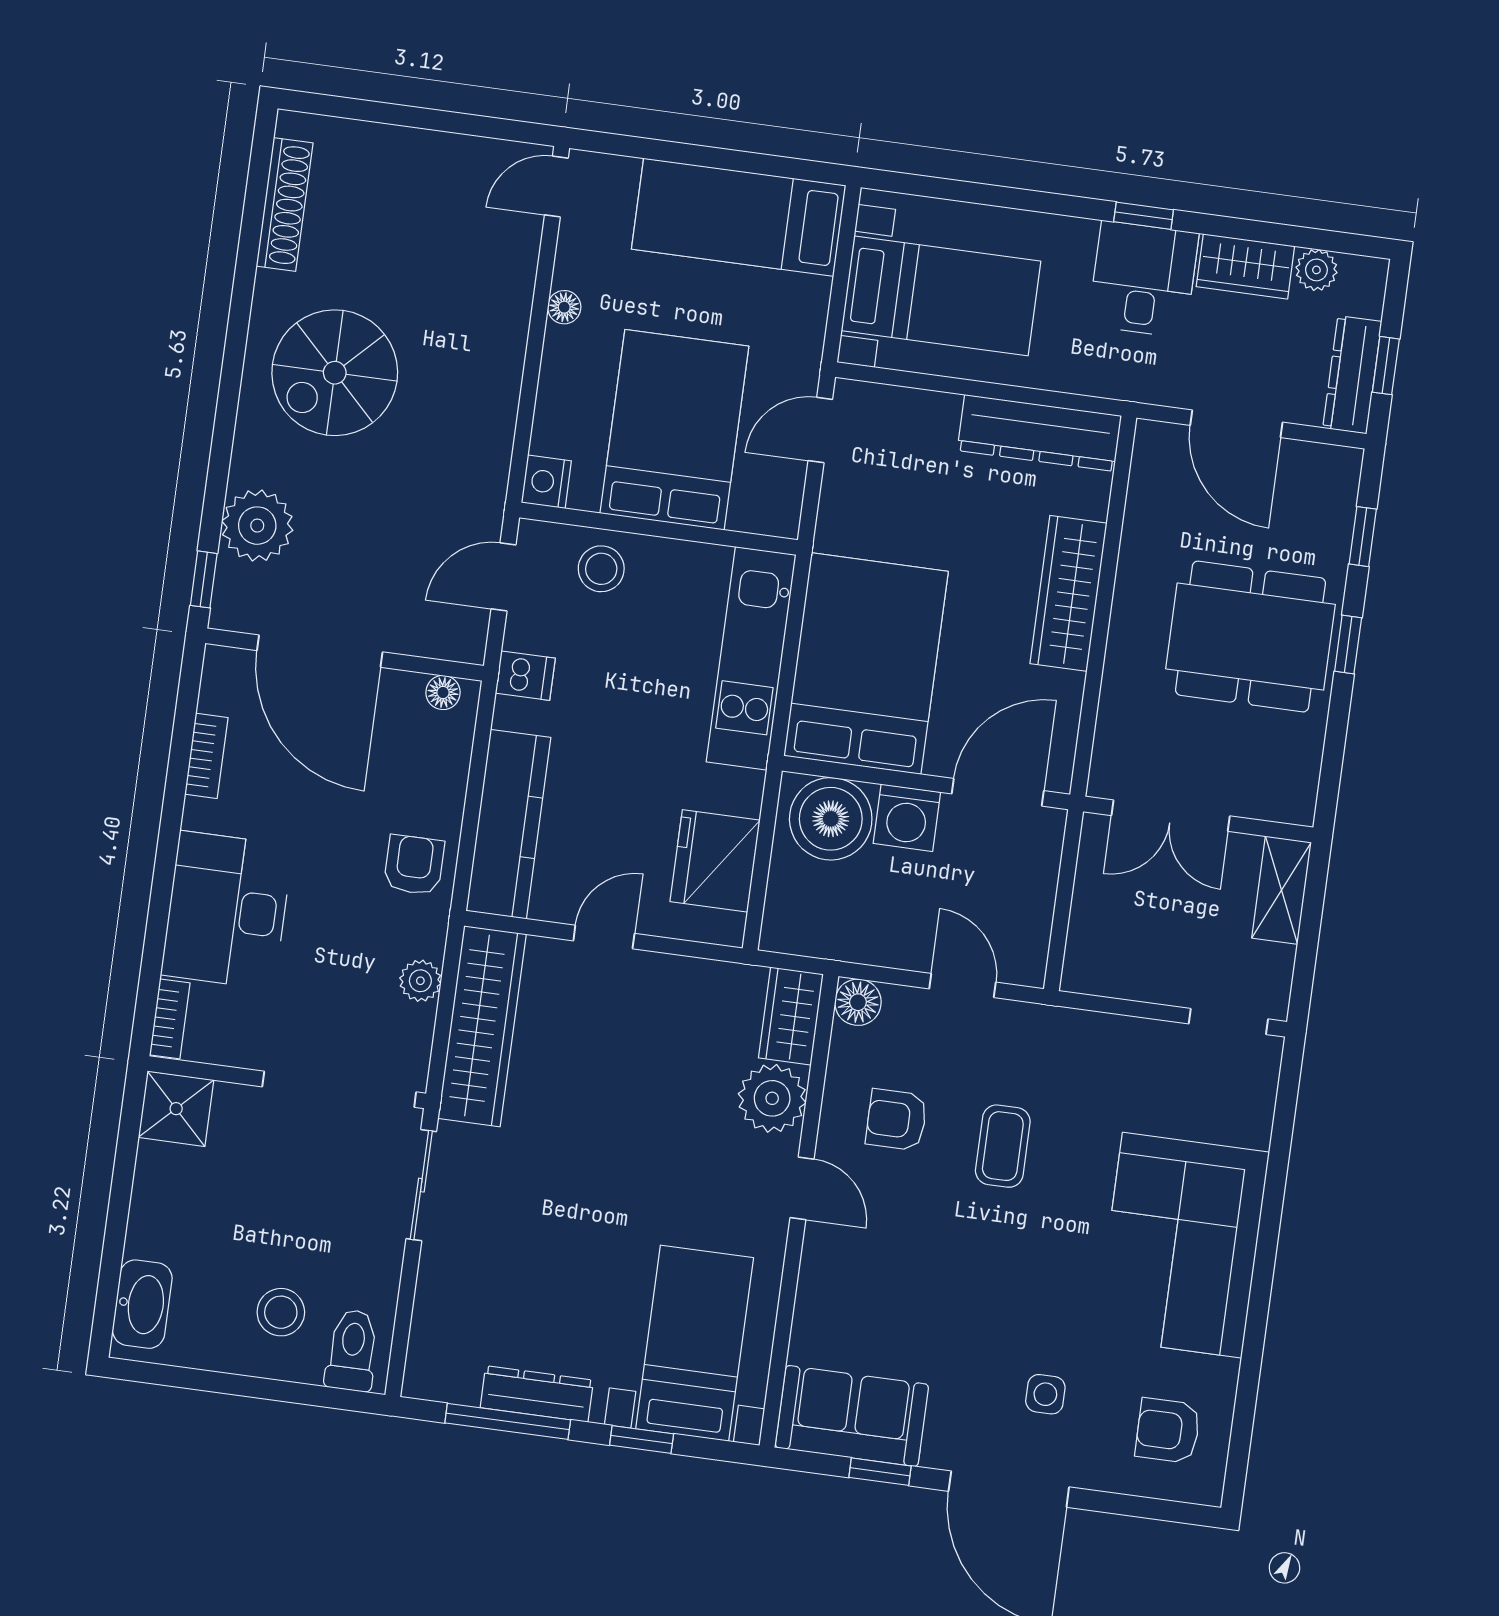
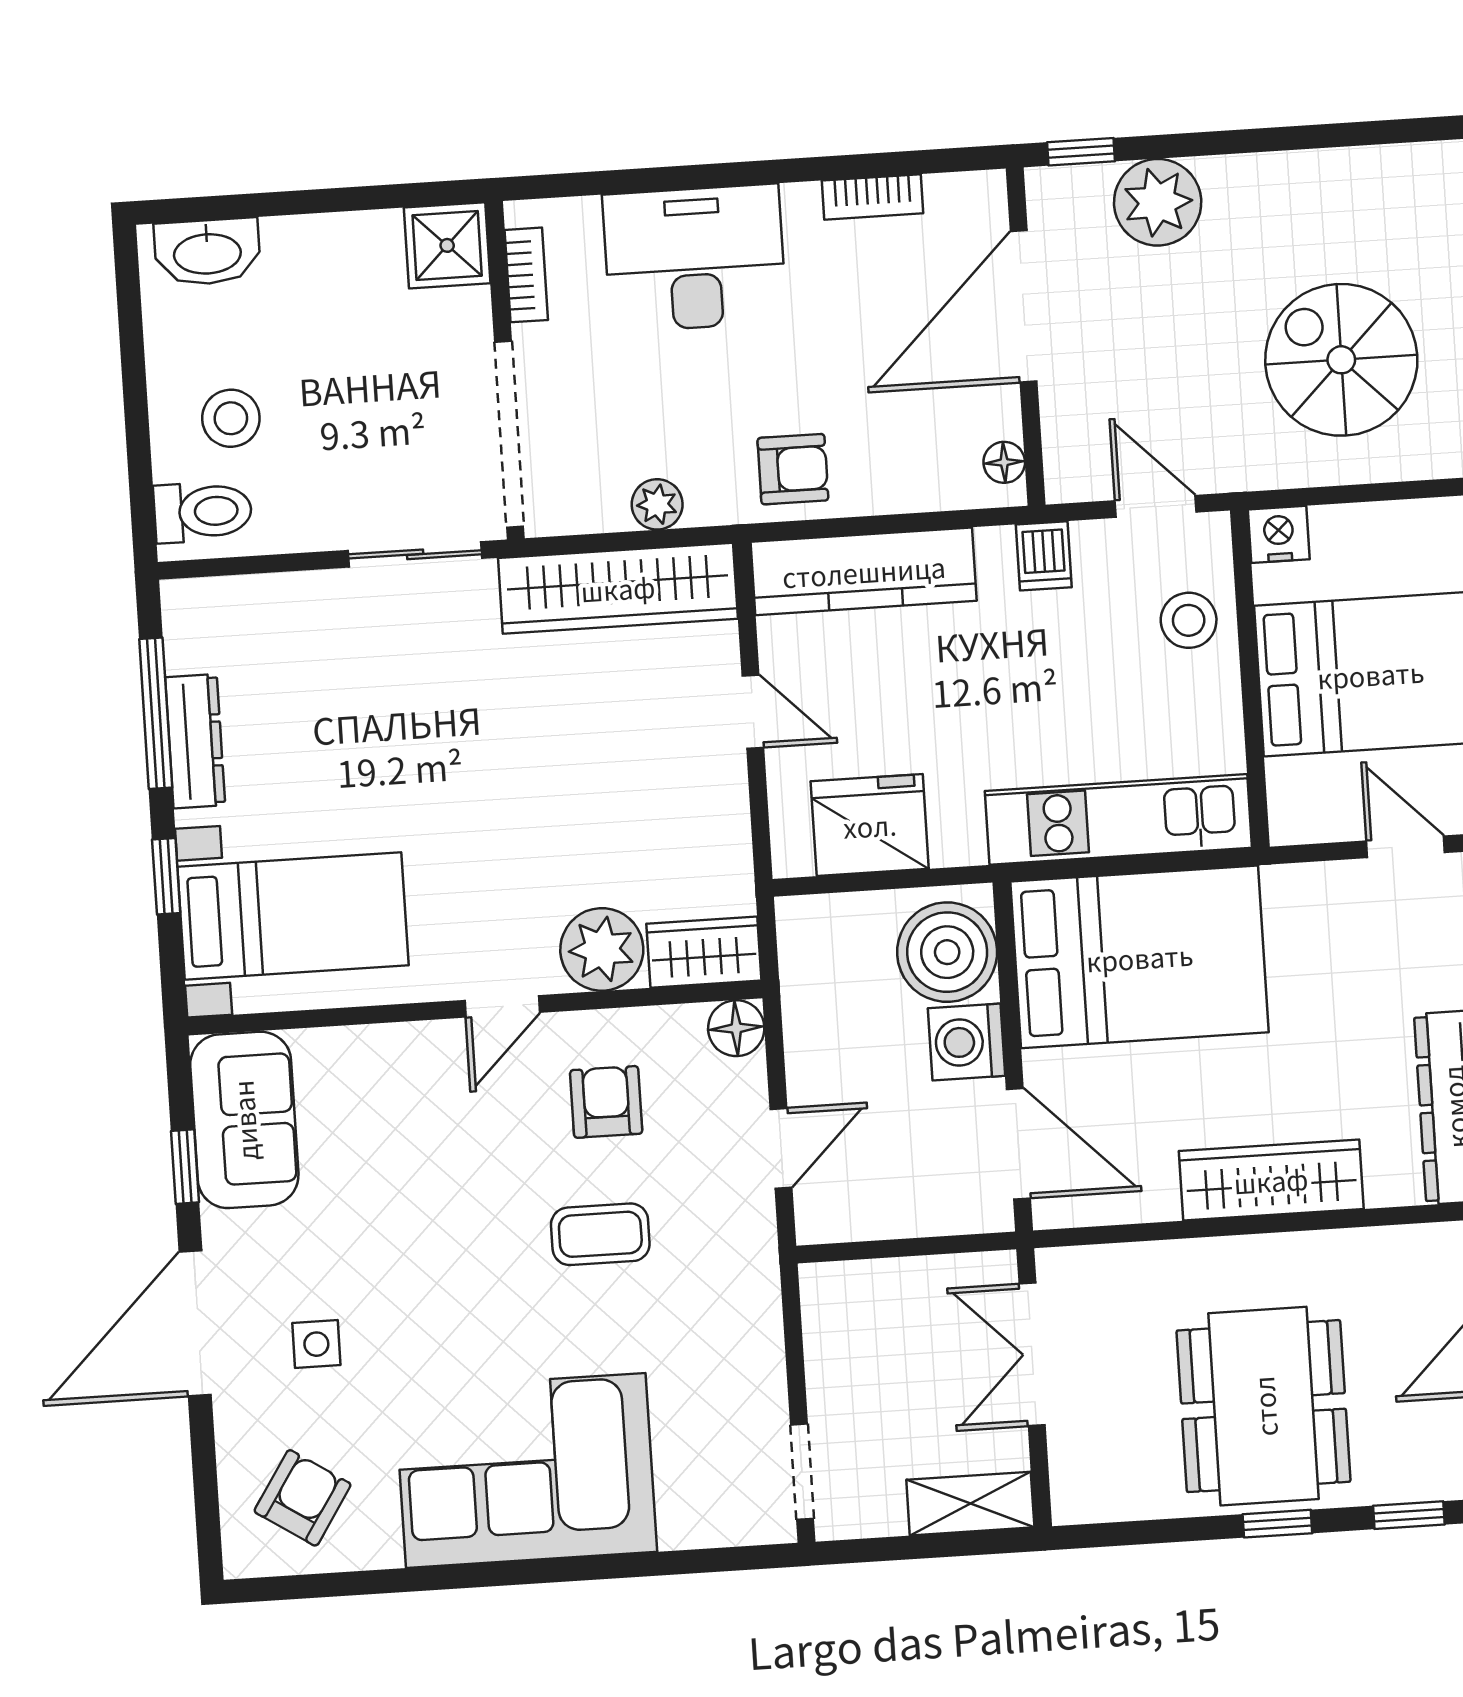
spiral stairs: (335, 373) -> (1341, 360), moved
bookcase: (170, 1019) -> (526, 275), moved, turned -90
armchair: (1168, 1431) -> (303, 1498), turned 33

